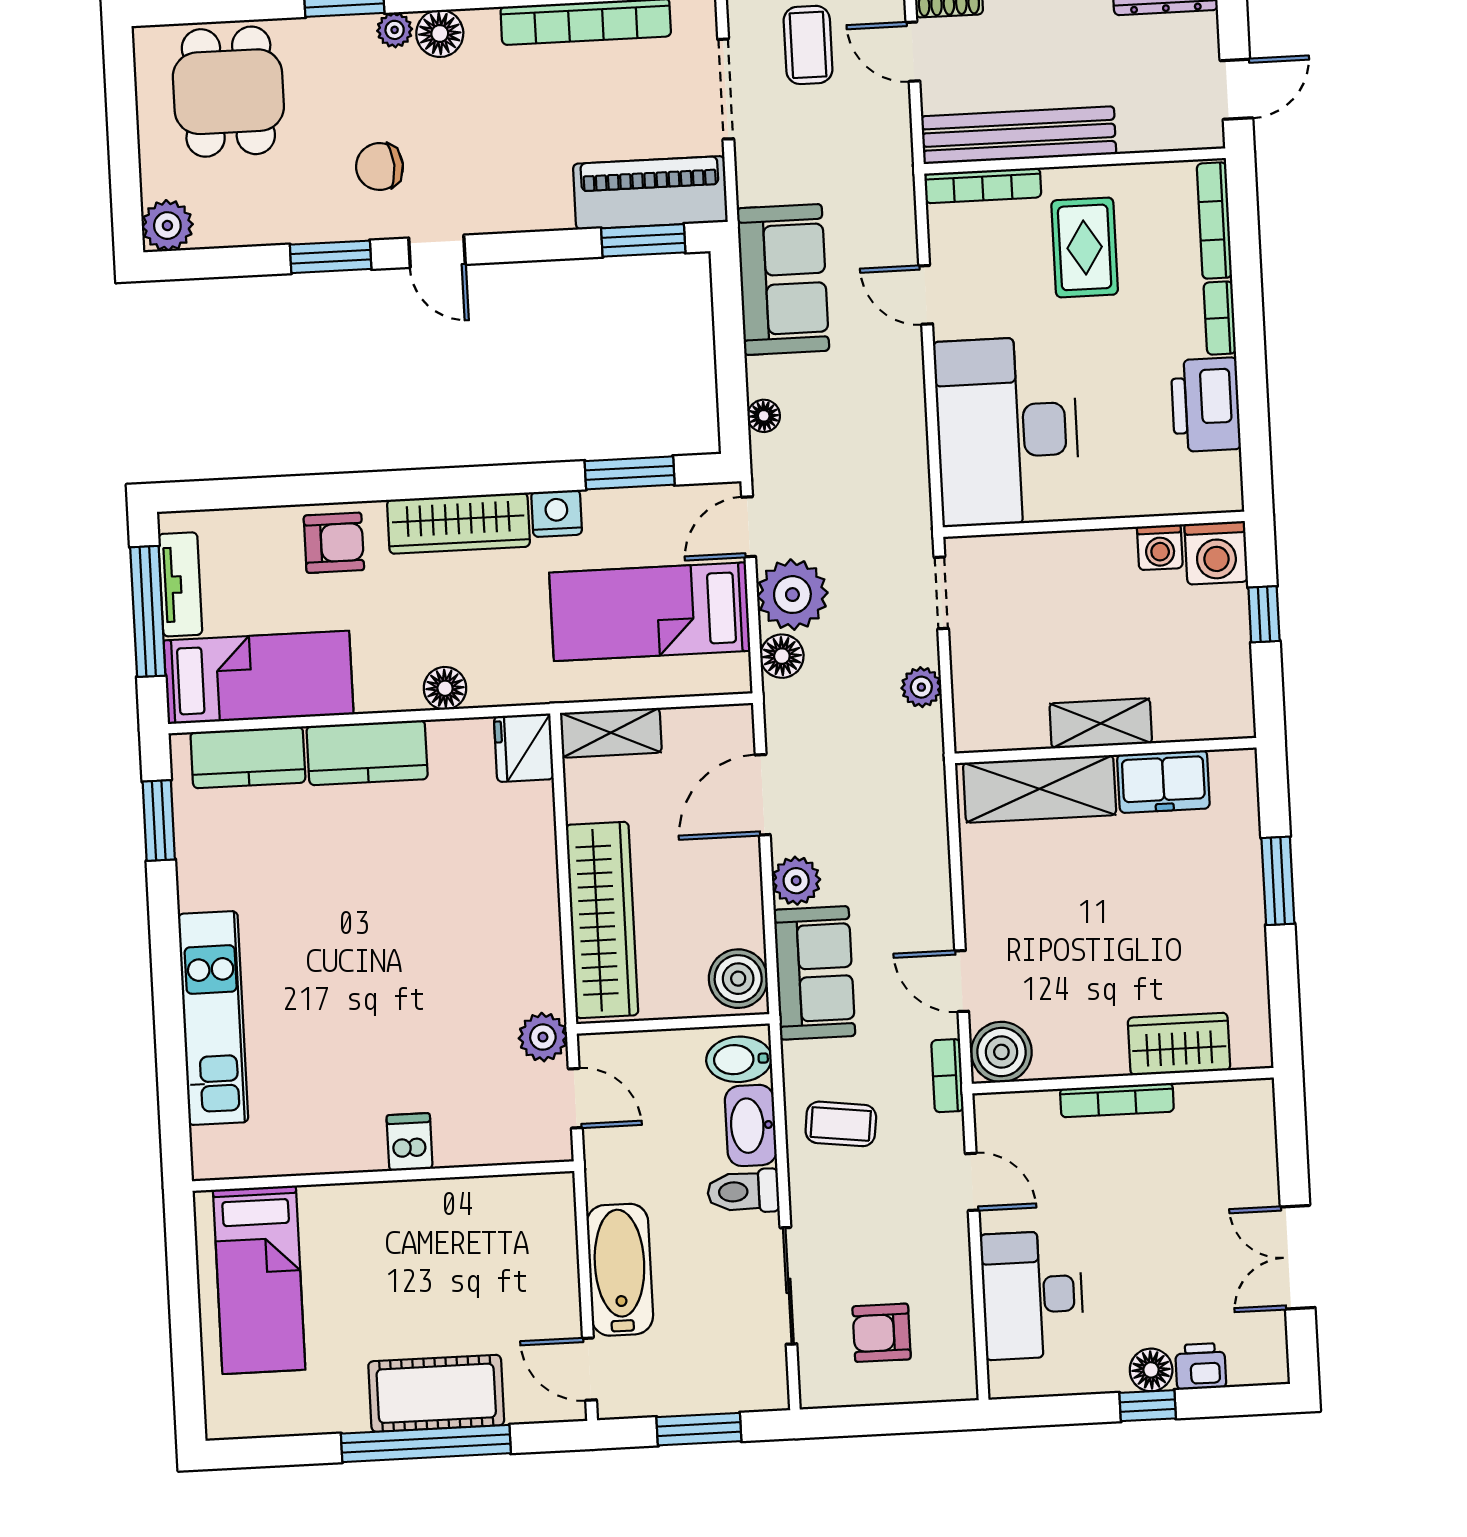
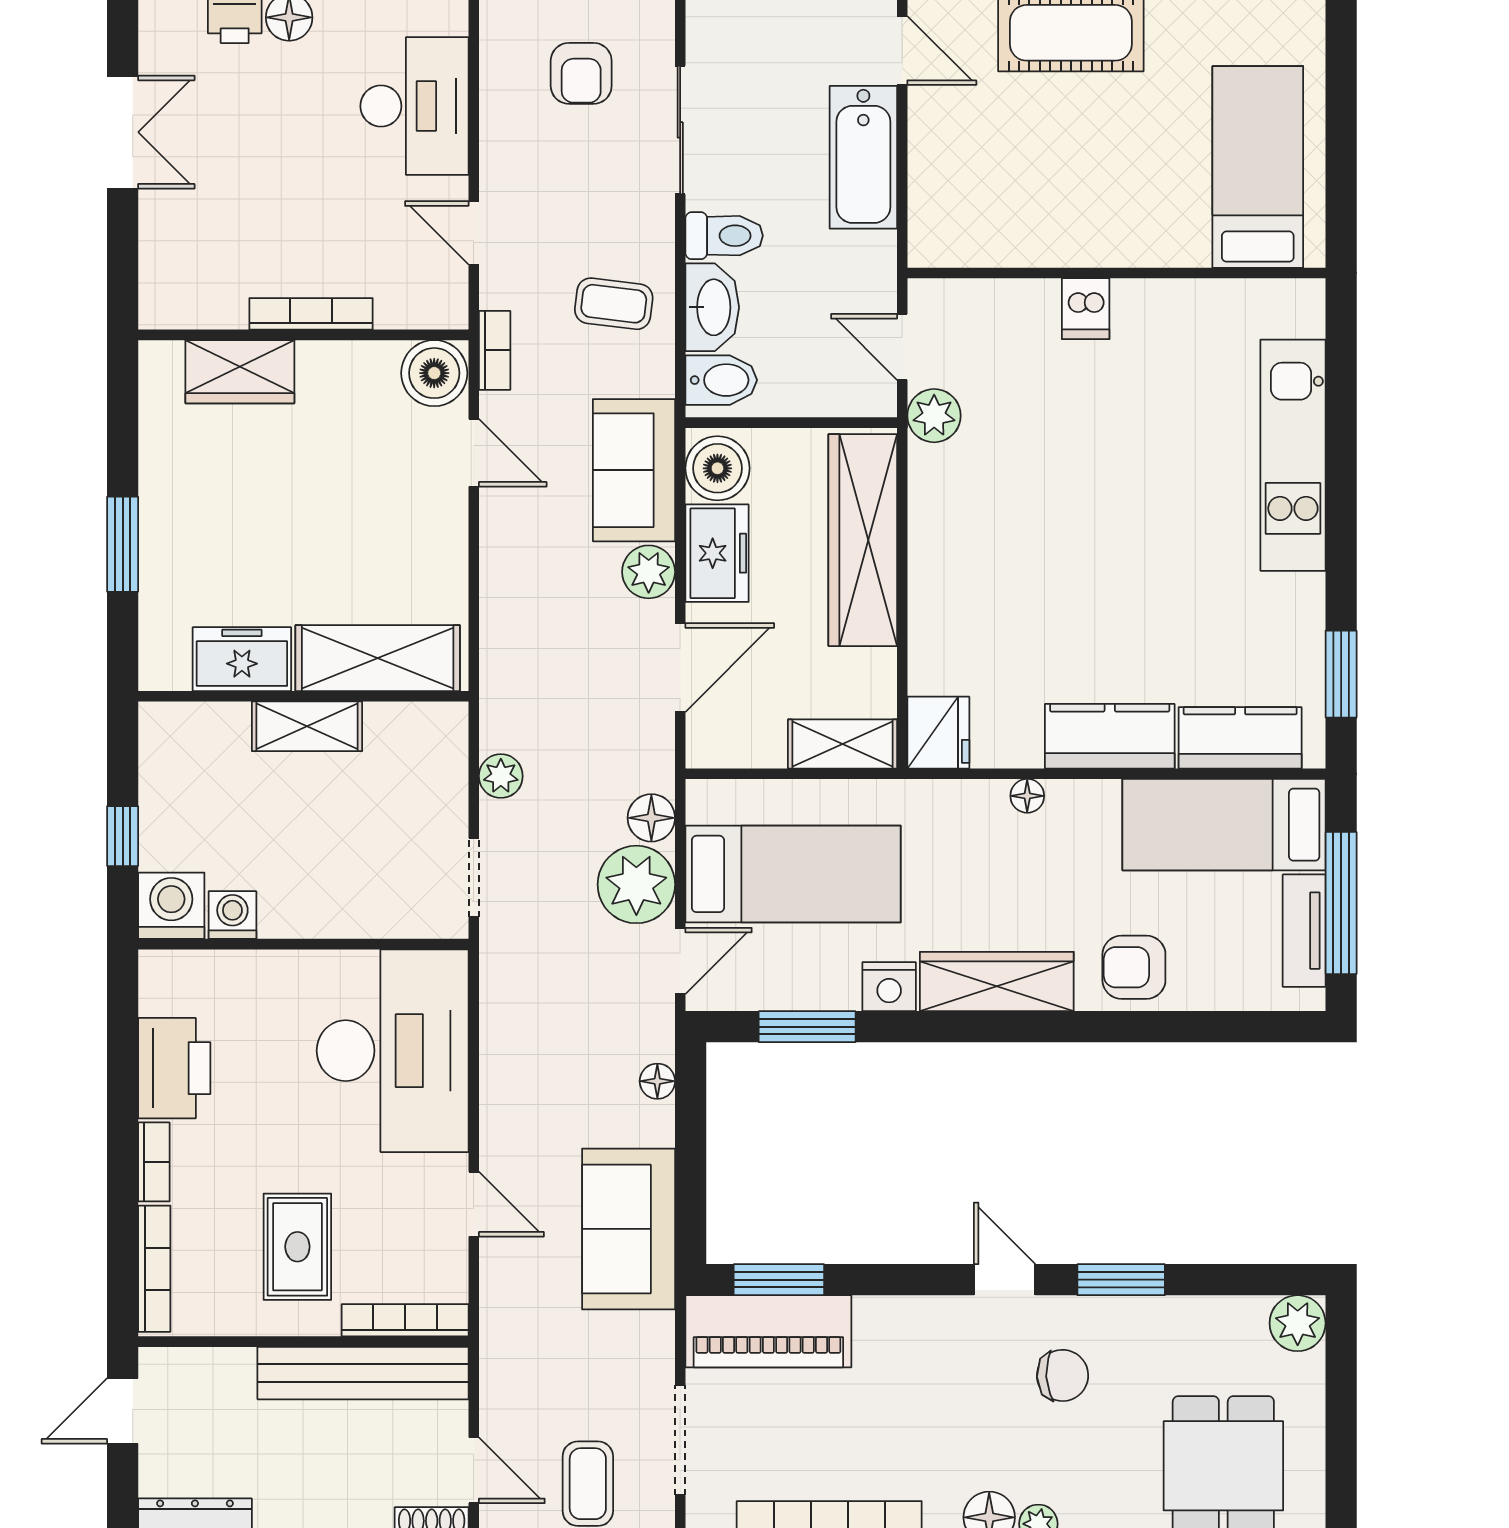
floor lamp: (445, 688) -> (1027, 796), width x0.73, depth x0.73
freezer: (735, 901) -> (717, 553), added
armchair: (882, 1333) -> (581, 73), turned 90

